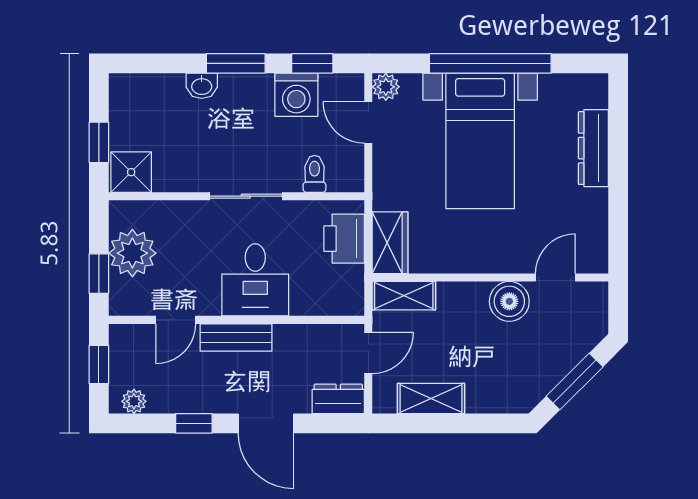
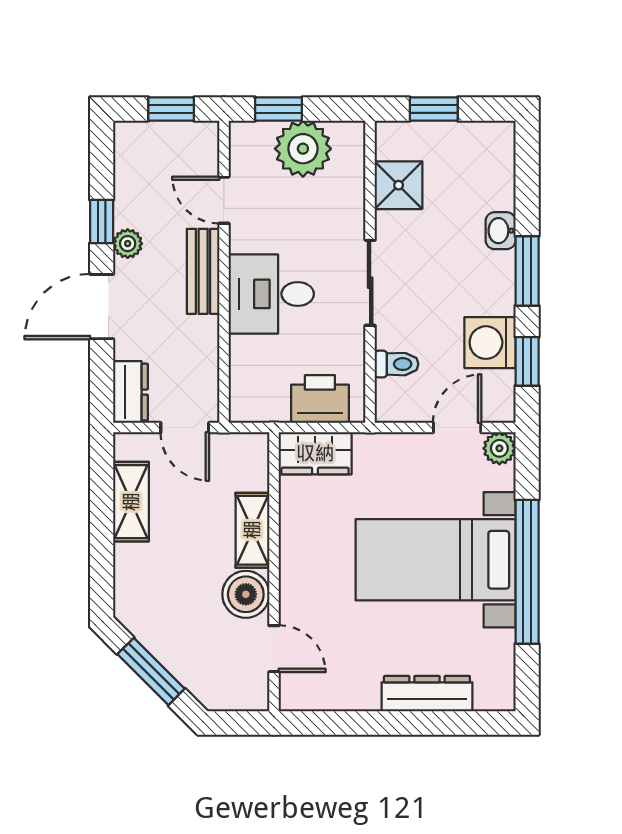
shower: (131, 172) -> (399, 185), moved
shelving: (404, 296) -> (252, 530), moved
plant: (134, 401) -> (128, 244), moved

